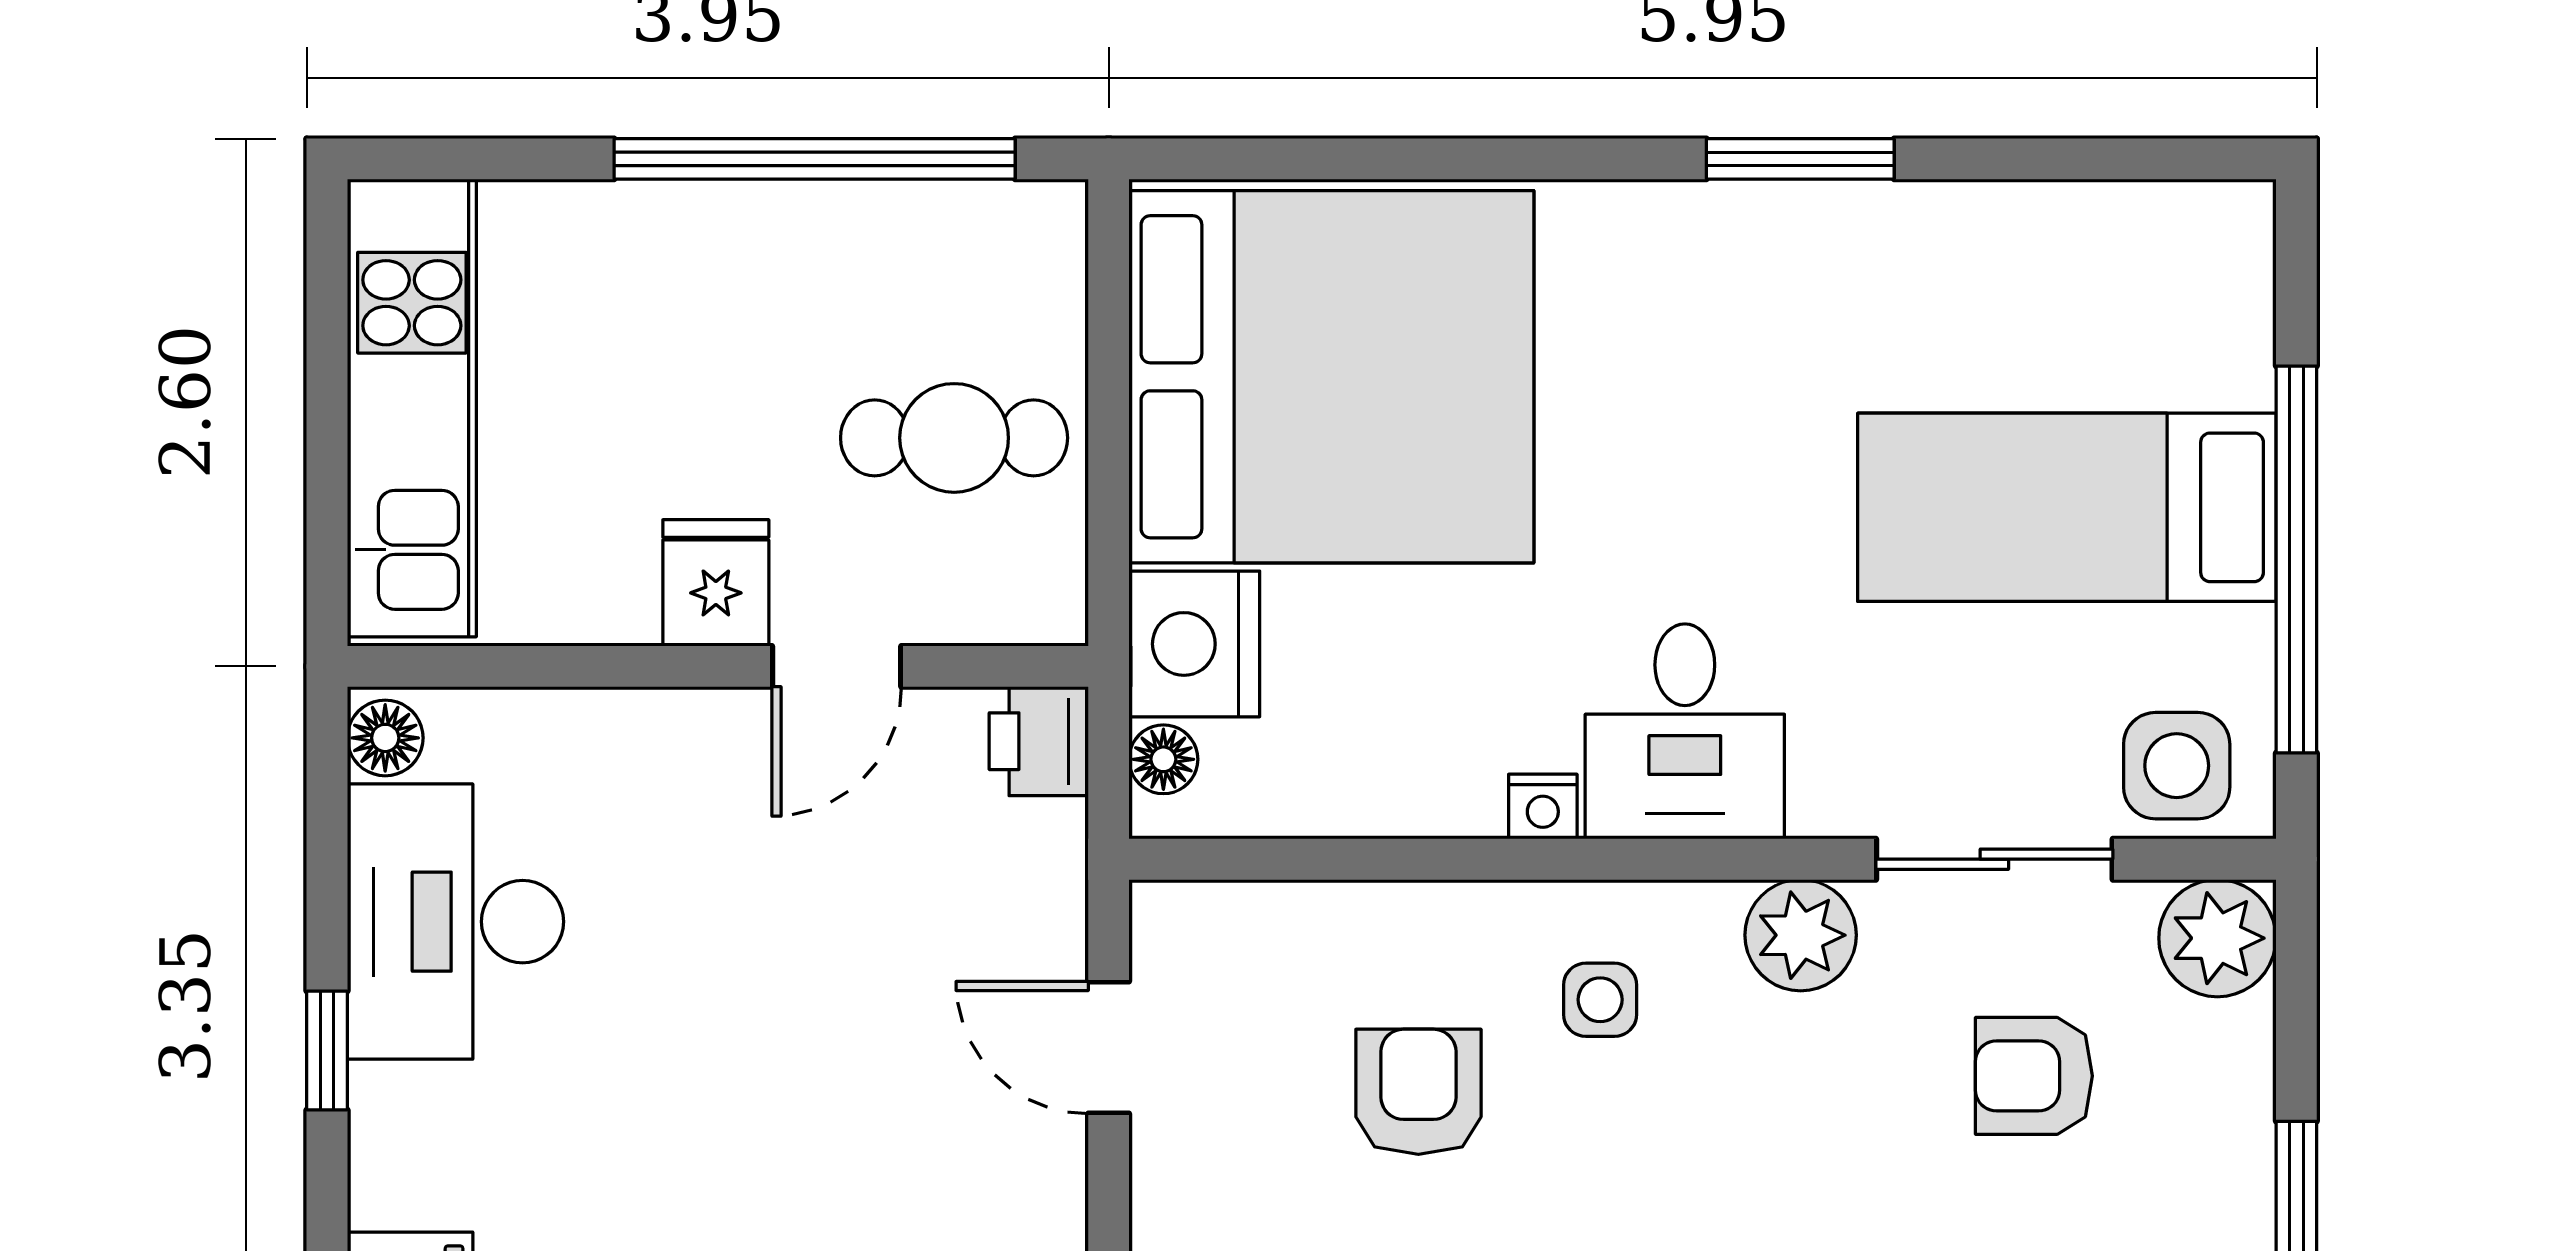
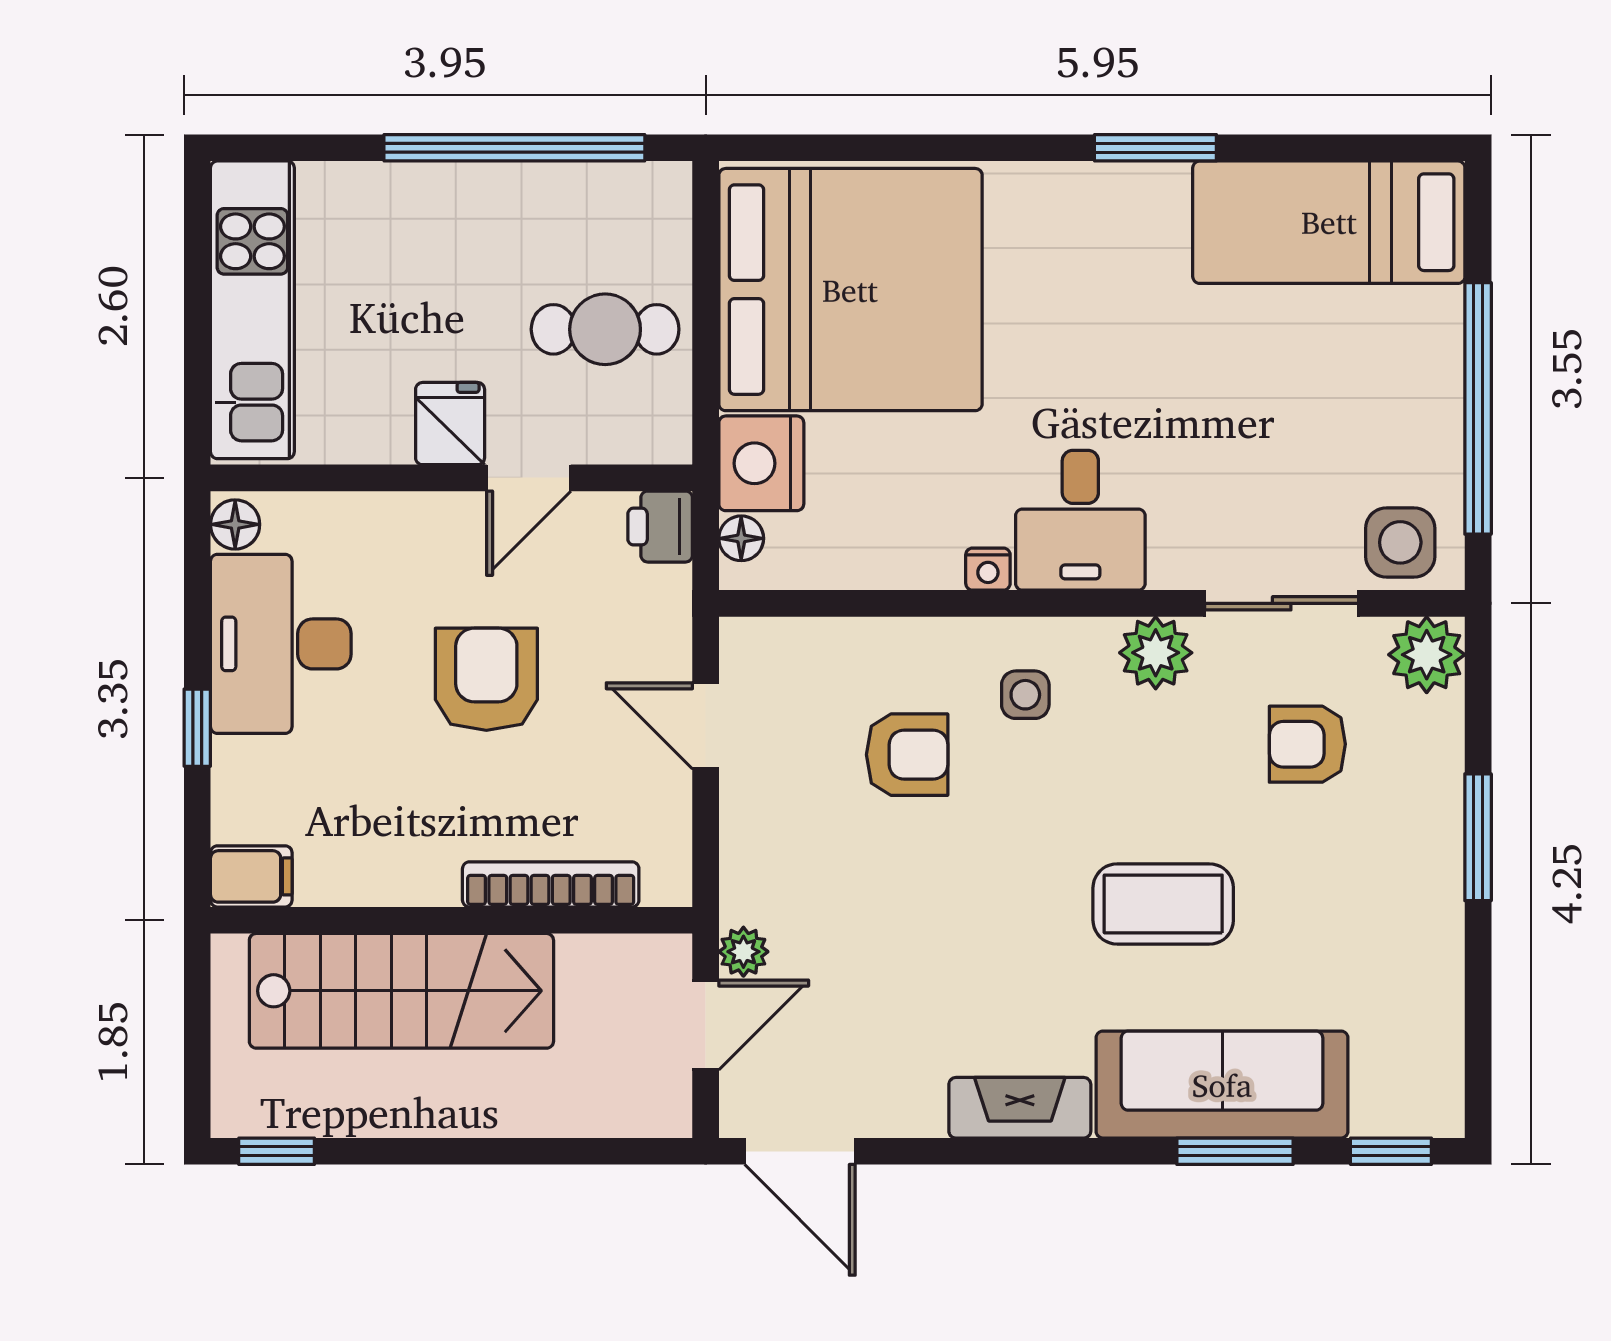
bed: (2067, 507) -> (1329, 222), moved
armchair: (772, 976) -> (486, 679), added
armchair: (1418, 1092) -> (907, 755), turned 90

